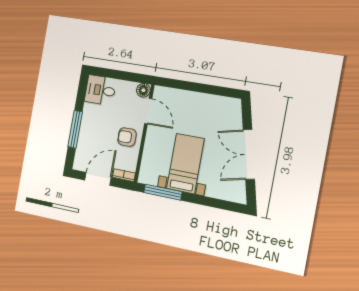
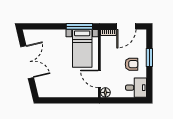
window: (75, 129) -> (149, 57), width x0.69
armchair: (127, 137) -> (132, 64), moved
bed with nightstands: (185, 164) -> (82, 48), moved

